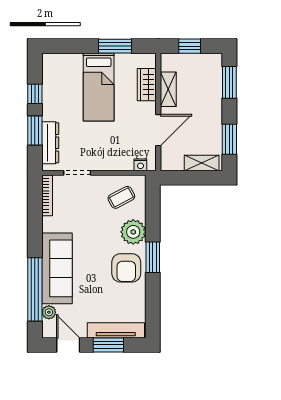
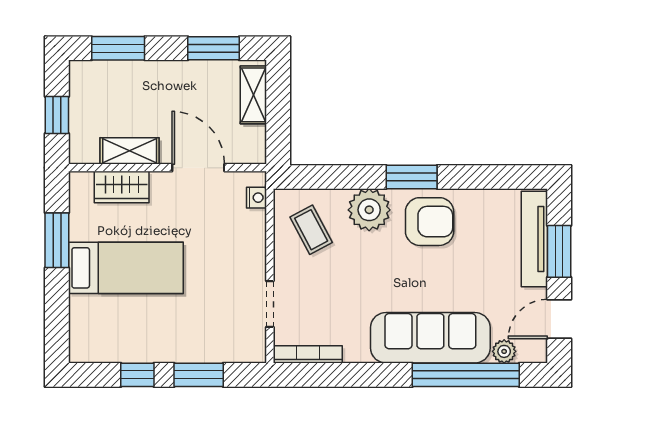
dresser: (50, 143) -> (219, 349), removed

